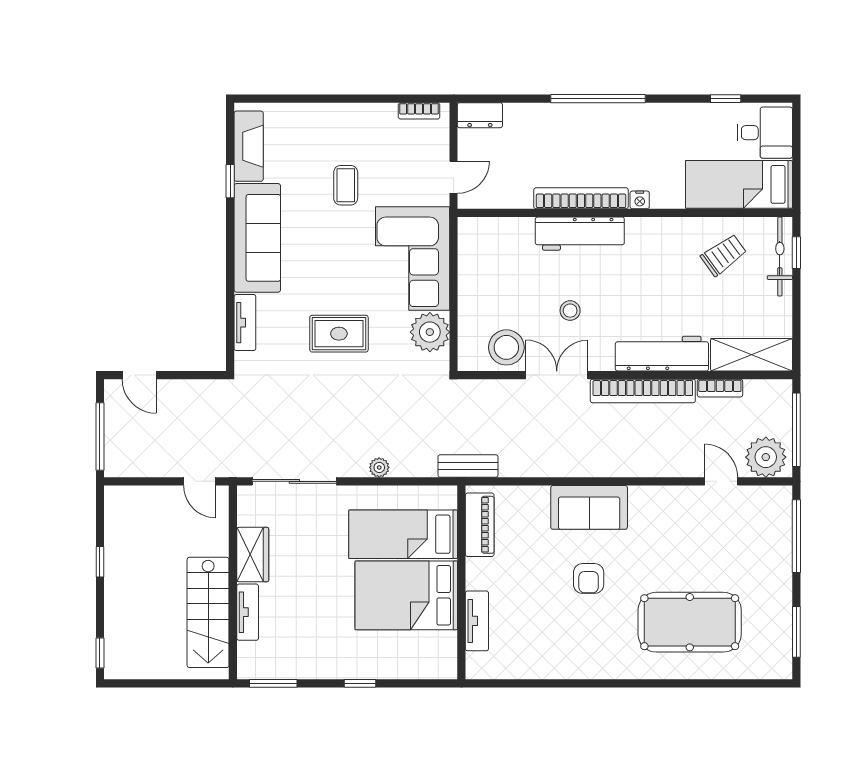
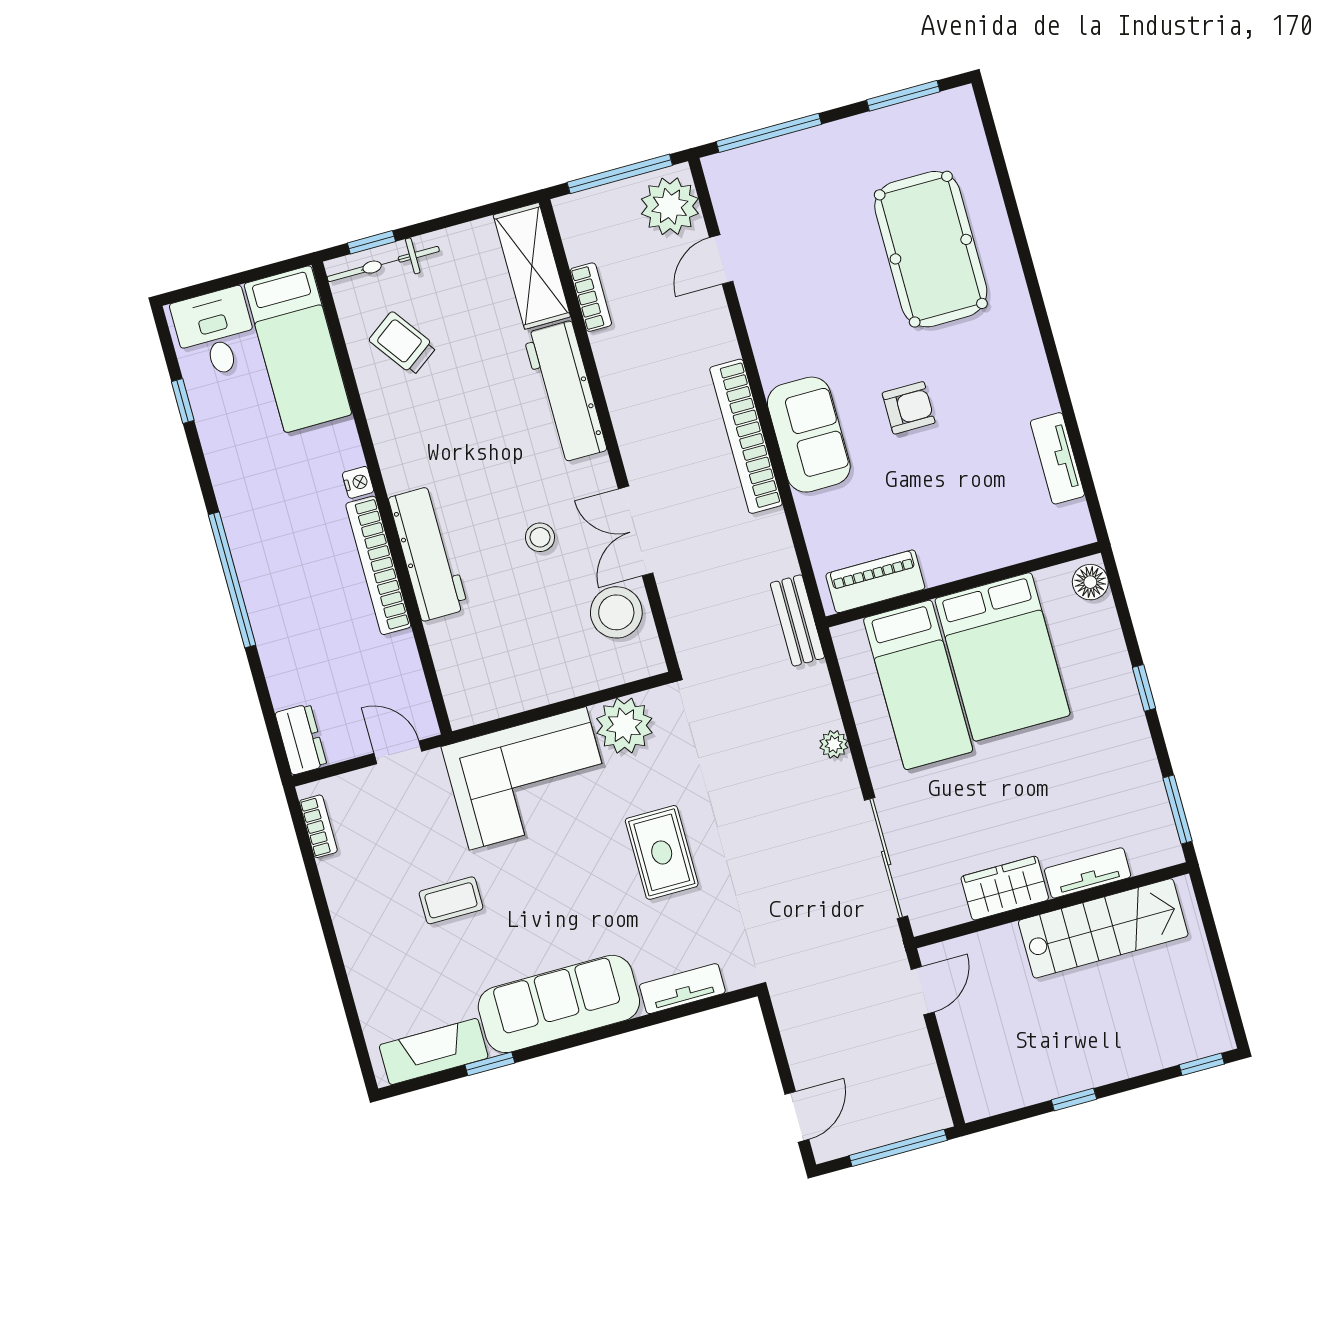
bookcase: (643, 391) -> (746, 436), moved, turned 180
tv unit: (477, 621) -> (1057, 458), moved, turned -90
floor lamp: (440, 667) -> (1090, 582), added

